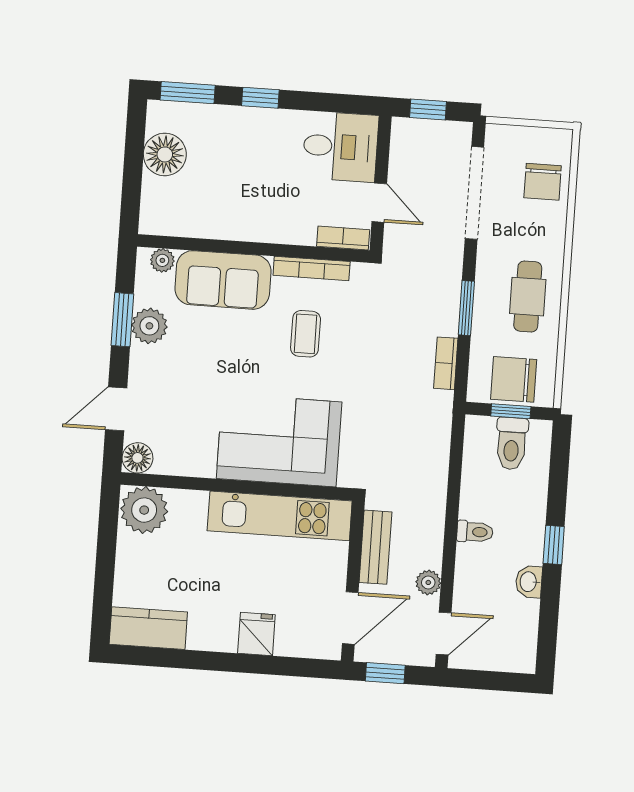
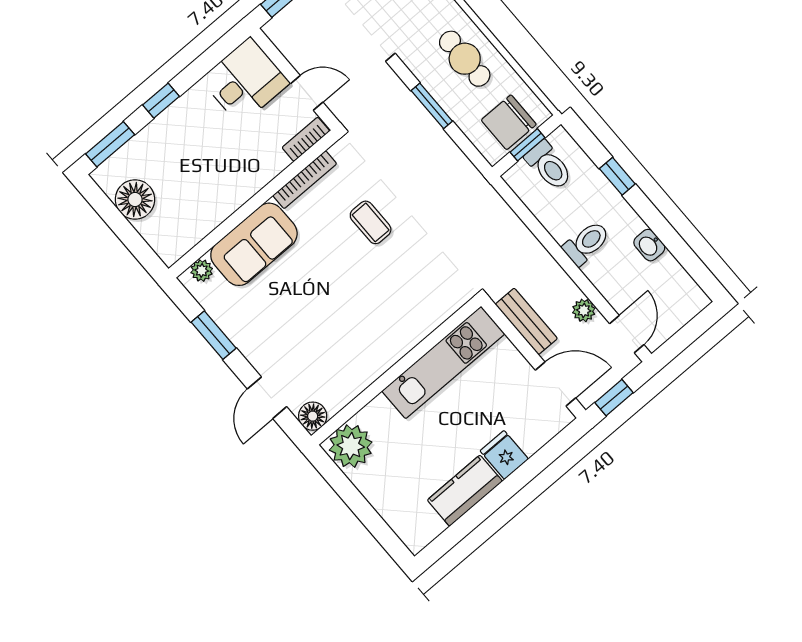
plant: (149, 326) -> (235, 322), removed
coffee table: (306, 334) -> (371, 222), moved
bookcase: (446, 363) -> (454, 155), removed
corner sofa: (279, 440) -> (394, 313), removed
toilet: (475, 532) -> (586, 243), width x1.37, depth x1.39
window: (554, 545) -> (617, 176), moved
door: (350, 618) -> (555, 384), hinge flipped
kitchen counter: (148, 628) -> (465, 491), moved

